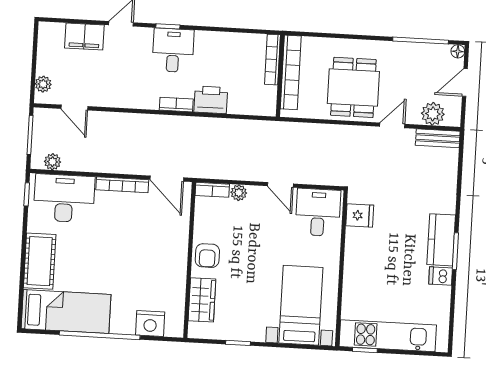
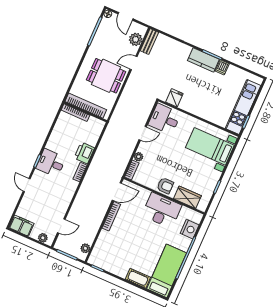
filing cabinet: (84, 36) -> (22, 226), moved, turned -90
door: (392, 125) -> (134, 63), hinge flipped
desk: (64, 198) -> (162, 210), moved, turned 90
cot: (40, 261) -> (138, 278), width x0.73, depth x0.75

